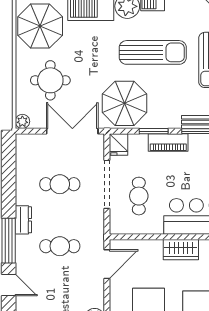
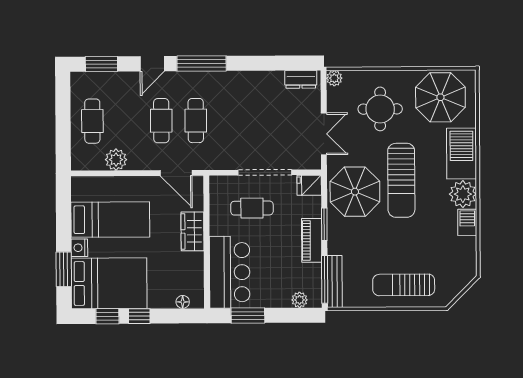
sun lounger: (153, 52) -> (401, 180), moved
double door: (72, 131) -> (324, 134), width x0.73
cafe table: (60, 184) -> (161, 121), moved
dresser: (23, 220) -> (301, 79), moved
wardrobe: (181, 250) -> (192, 231), moved

